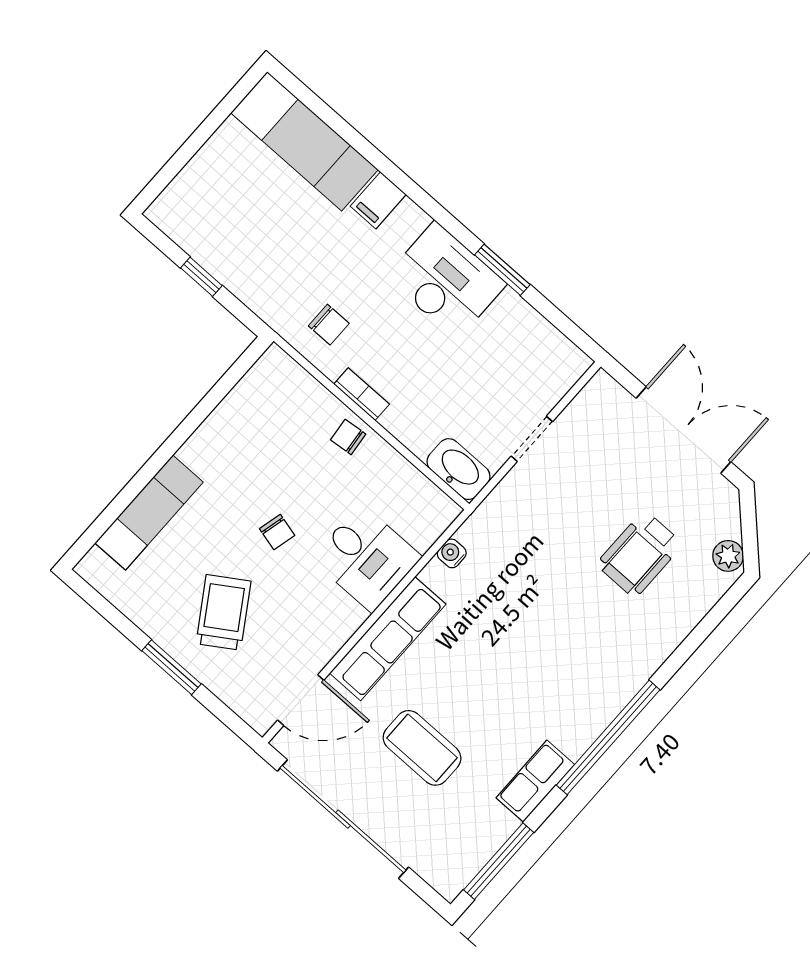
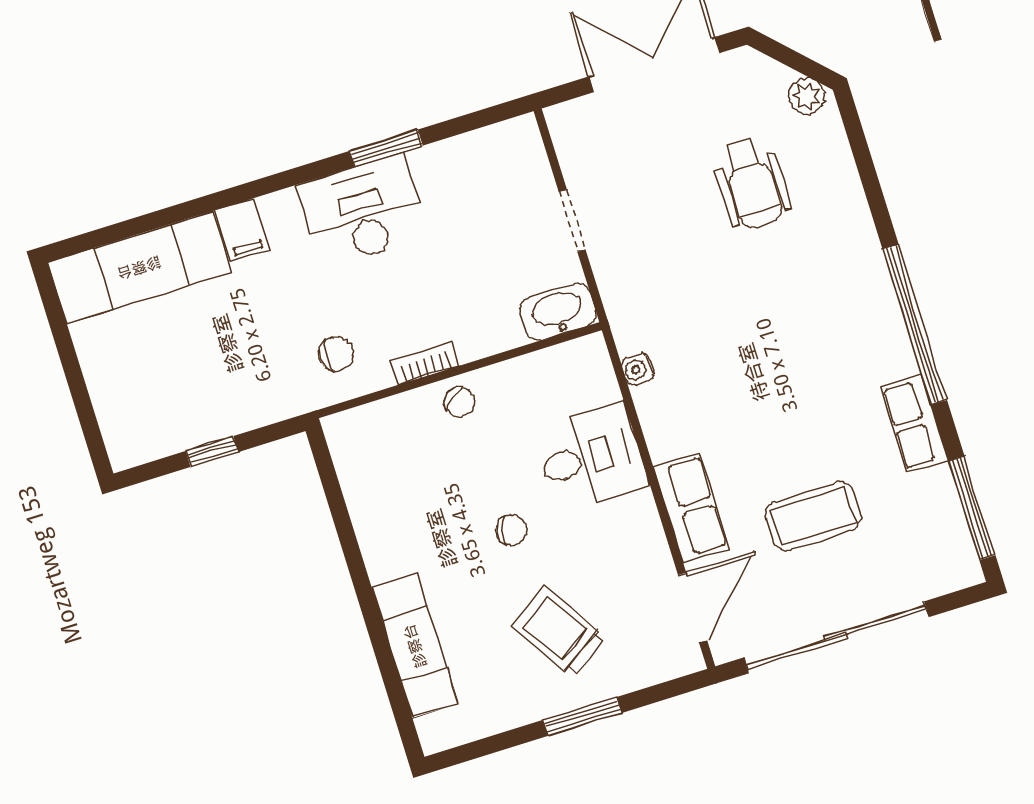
chair: (348, 437) -> (460, 402), turned -119
row of seats: (388, 639) -> (691, 507), width x0.68

